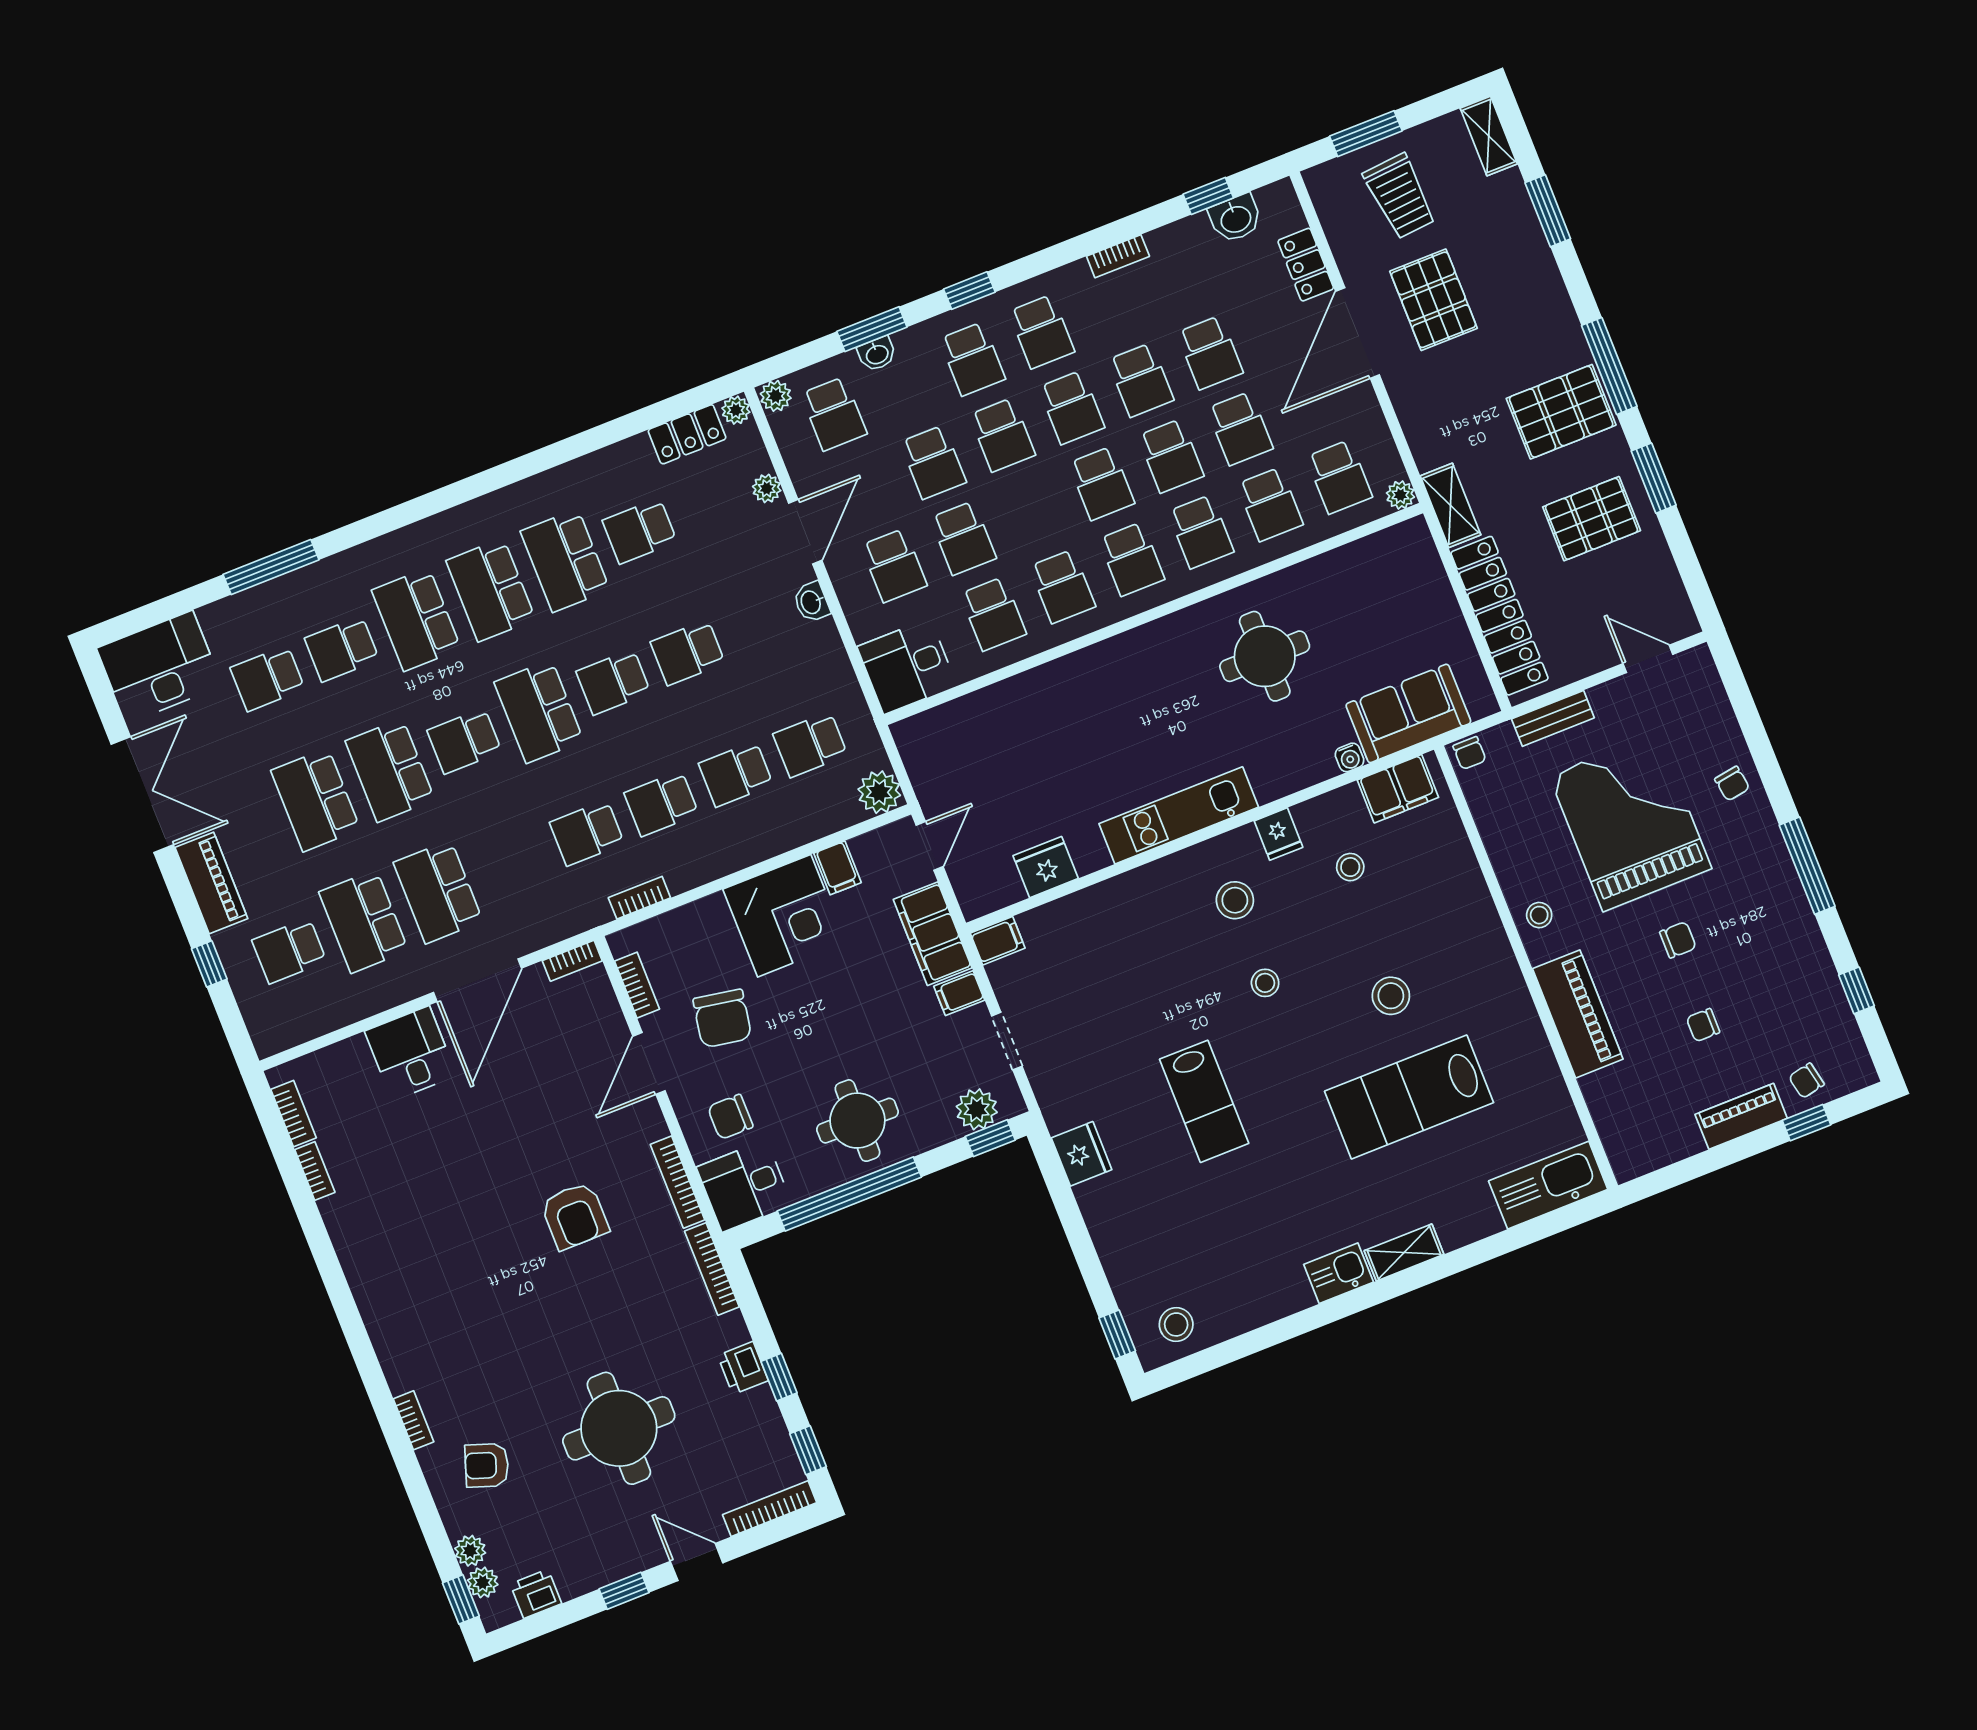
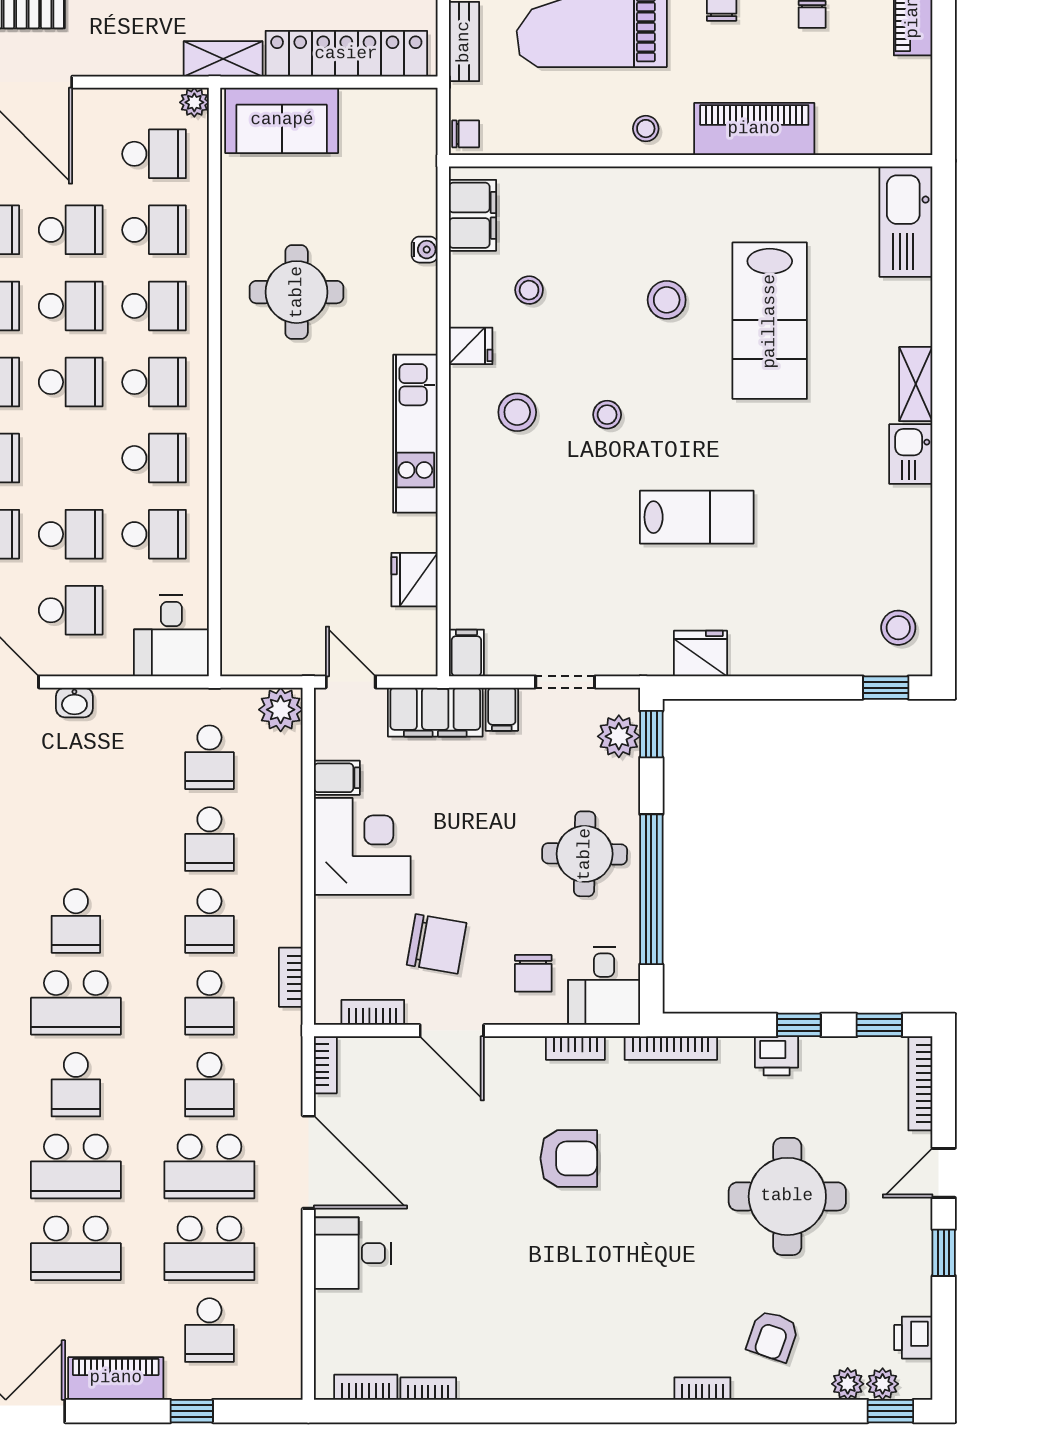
school desk: (688, 653) -> (209, 1085), moved
sofa: (1408, 713) -> (282, 120), moved, turned -90
bookcase: (678, 1182) -> (575, 1048), width x0.64

